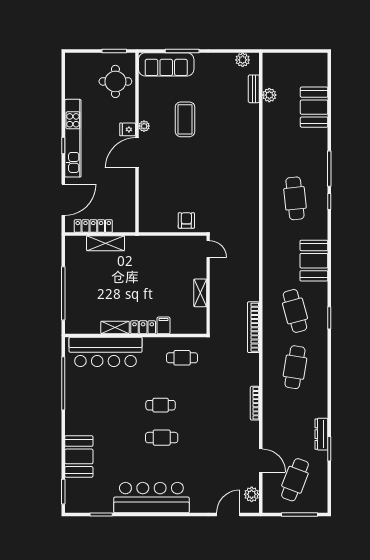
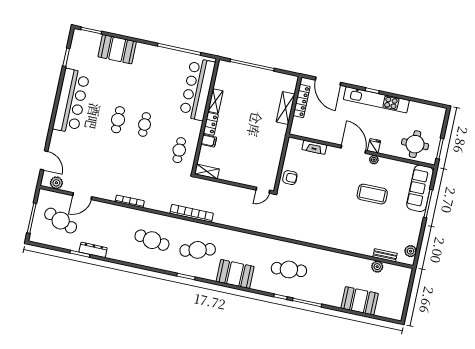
fireplace: (145, 199) -> (314, 147), added
shelving: (200, 293) -> (207, 171), moved

